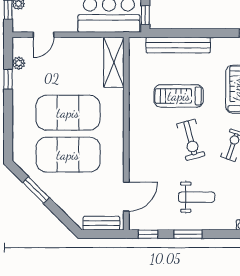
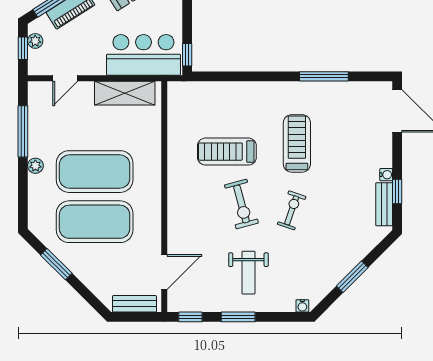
bench: (178, 45) -> (226, 91), removed
shelving: (114, 62) -> (125, 93), moved, turned 90
plant: (19, 63) -> (35, 166), moved
window: (8, 79) -> (23, 131), width x2.17
weight bench: (197, 197) -> (248, 273), turned 90

